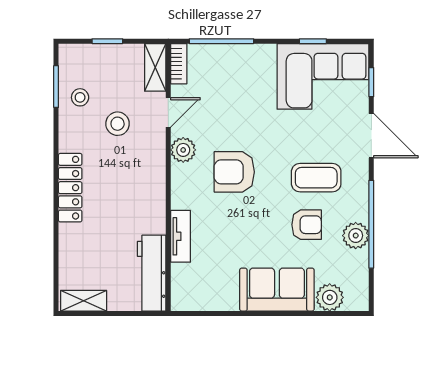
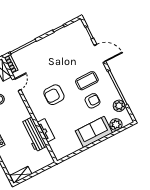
corner sofa: (323, 76) -> (69, 40), removed
plant: (183, 150) -> (30, 96), removed
plant: (356, 236) -> (119, 106), moved
workbench: (152, 273) -> (34, 134), moved

